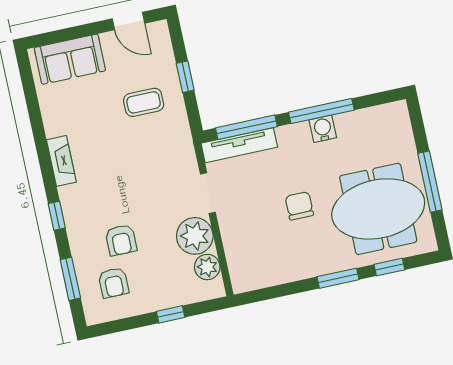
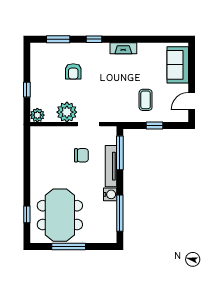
window: (321, 111) -> (120, 213), moved
tv unit: (239, 145) -> (111, 166), moved
chair: (299, 206) -> (81, 155), moved
armchair: (121, 240) -> (73, 71), turned -90
plant: (207, 267) -> (37, 115), moved
window: (338, 278) -> (27, 185), removed
armchair: (114, 283) -> (51, 62), removed

